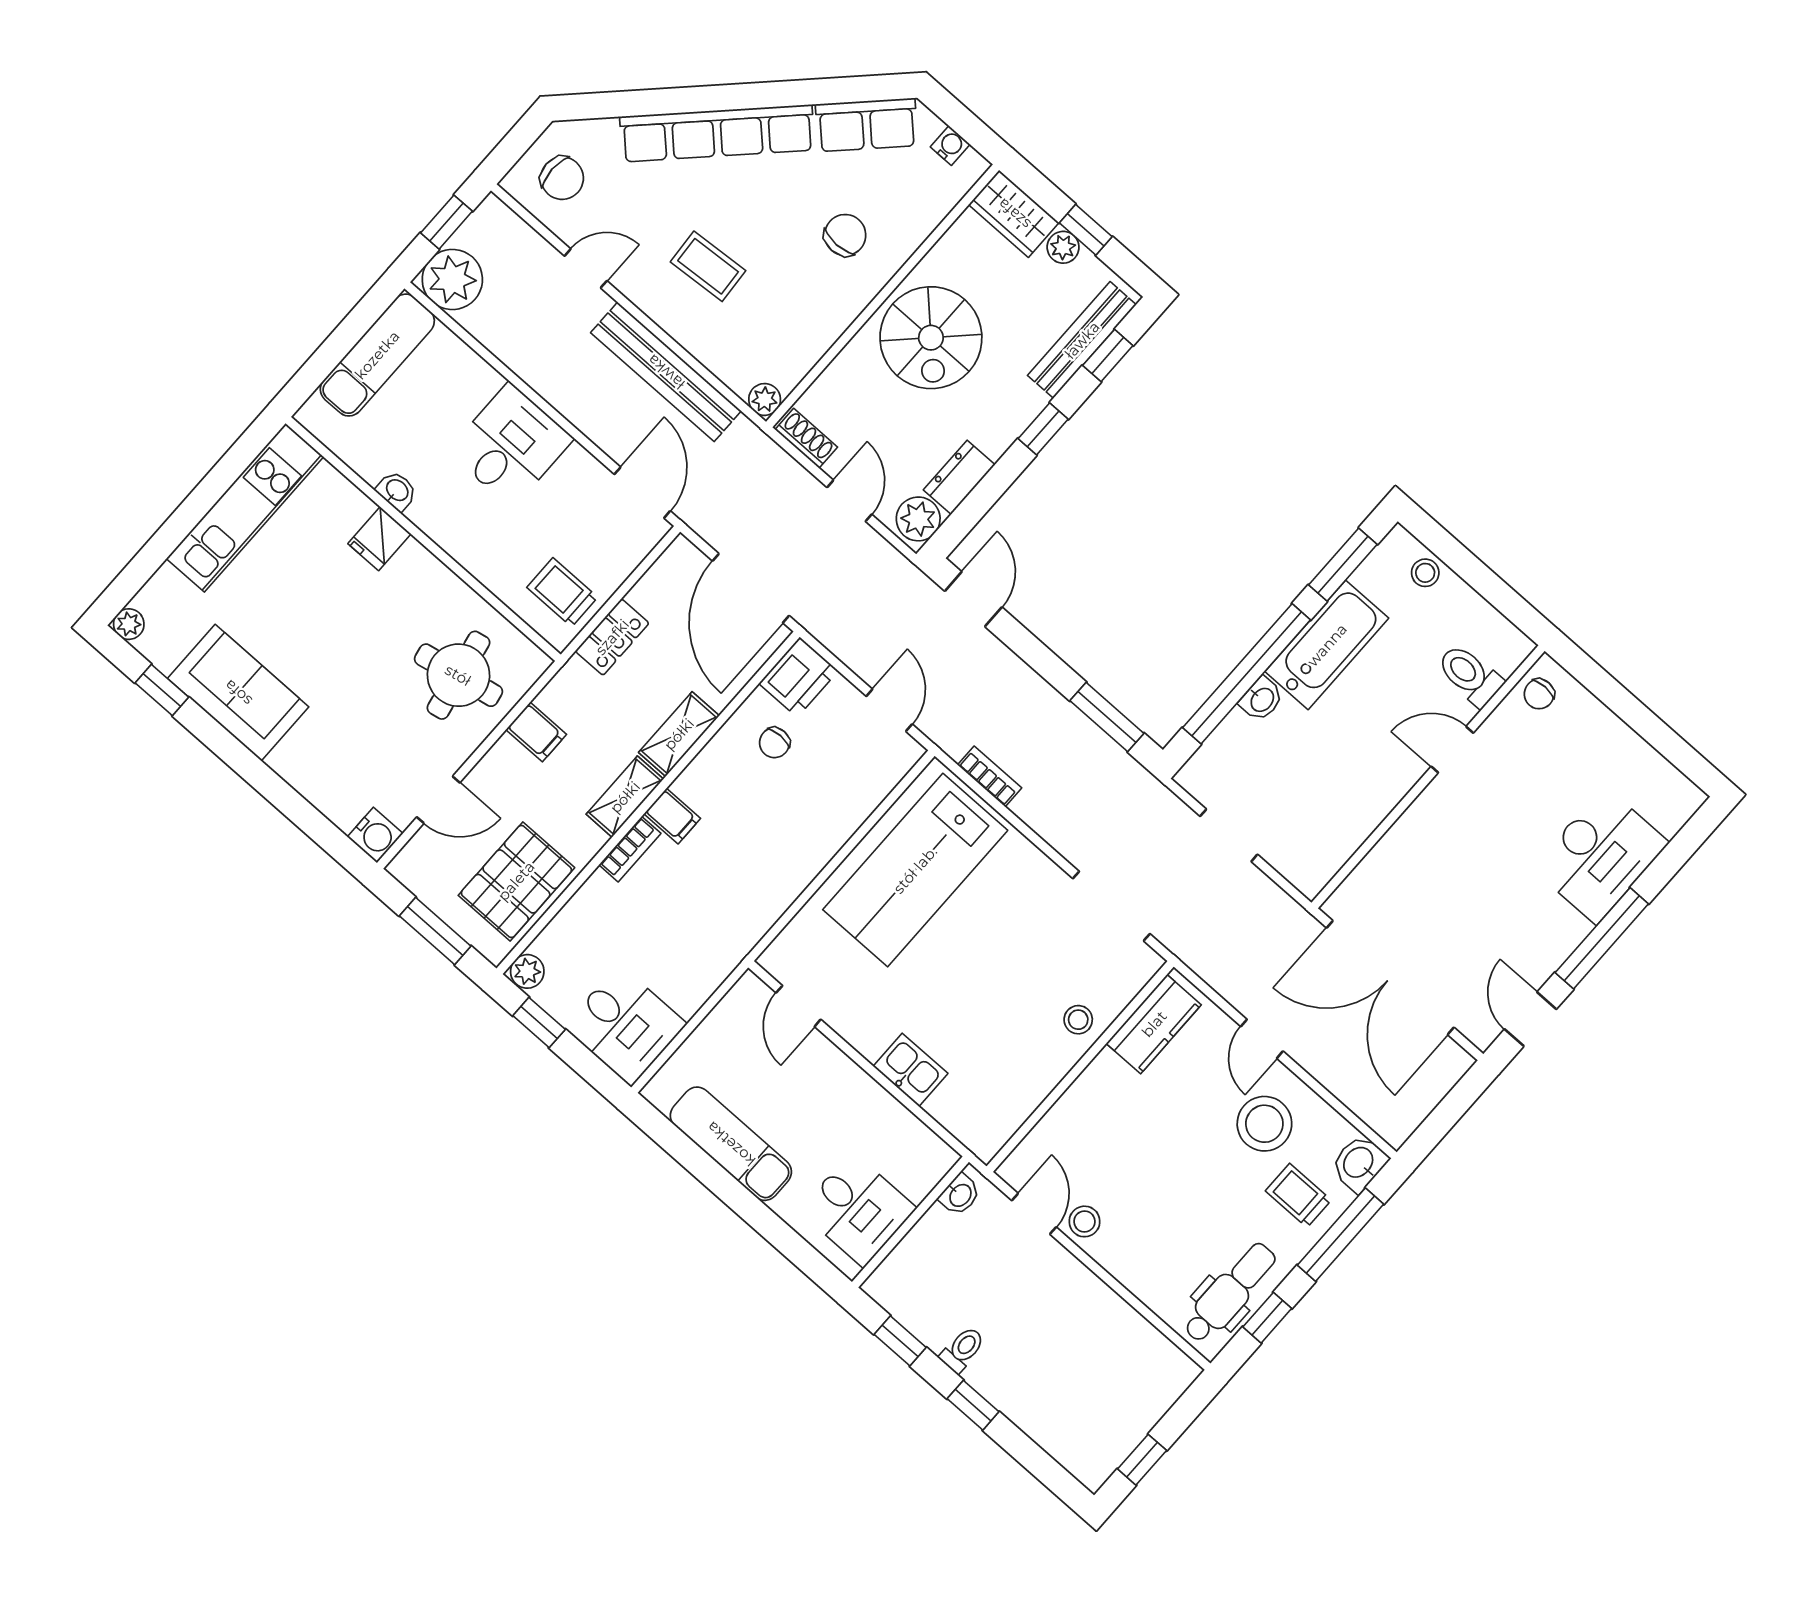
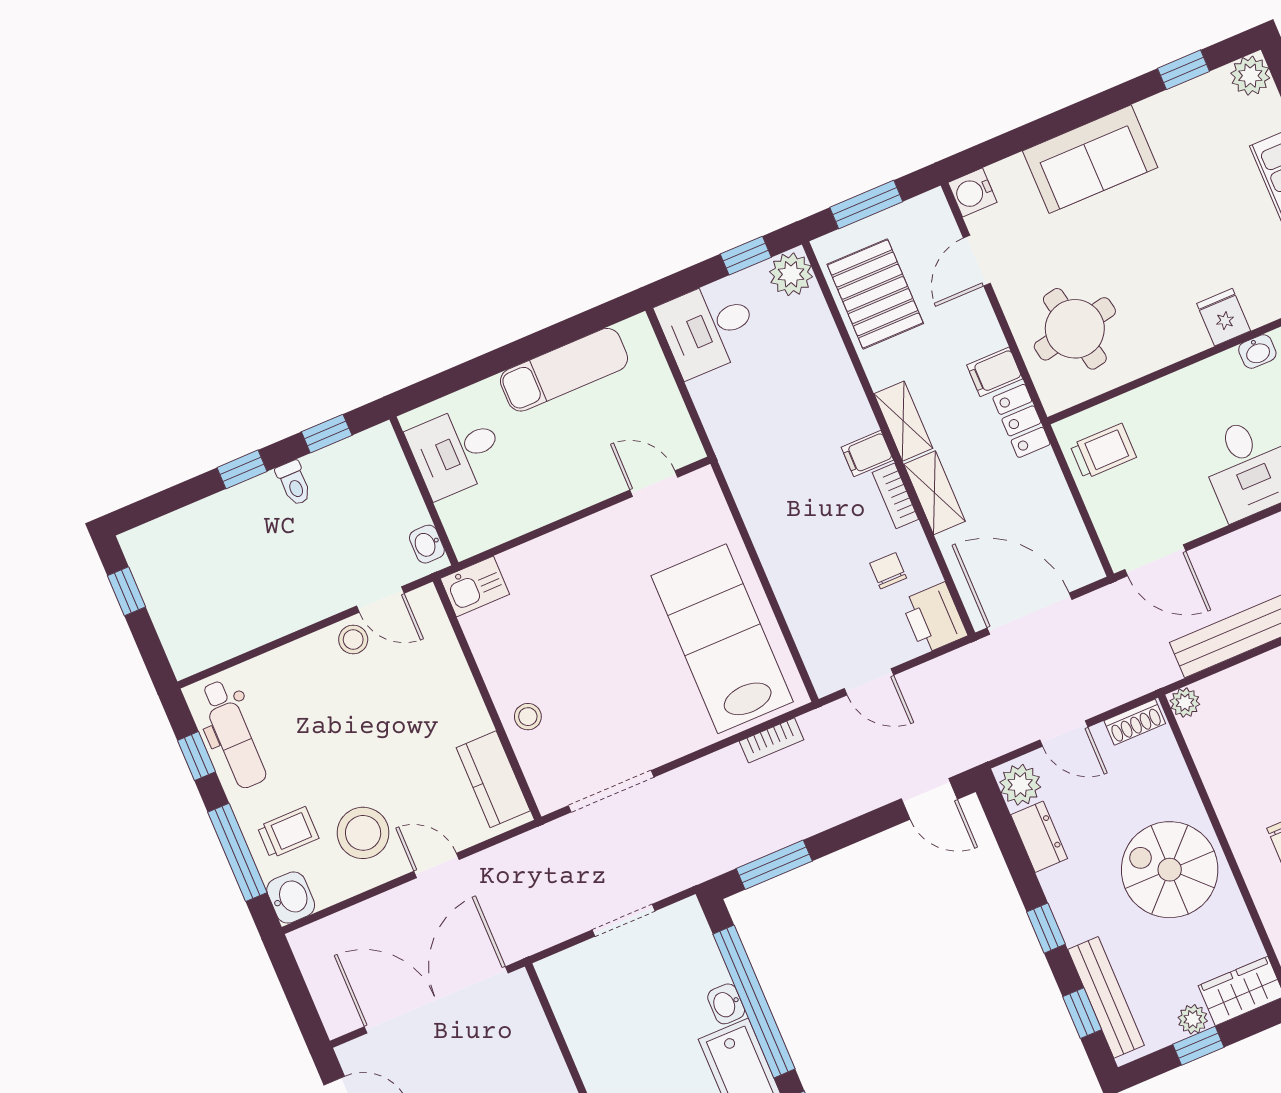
plant: (129, 624) -> (1250, 76), width x1.38, depth x1.38
locker: (612, 637) -> (1021, 421), moved
sofa: (238, 693) -> (1090, 159), moved
bookcase: (630, 849) -> (895, 496), moved
plant: (527, 971) -> (791, 274), width x1.38, depth x1.38
kitchen sink: (911, 1070) -> (475, 586), moved

